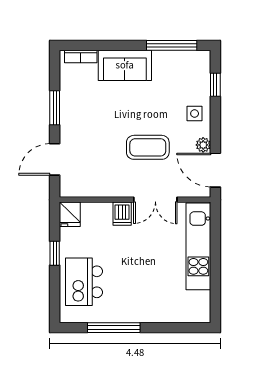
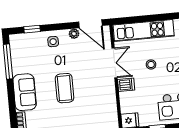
coffee table: (148, 147) -> (65, 88), moved
door: (215, 170) -> (90, 24), hinge flipped
stool: (148, 253) -> (151, 64), added

